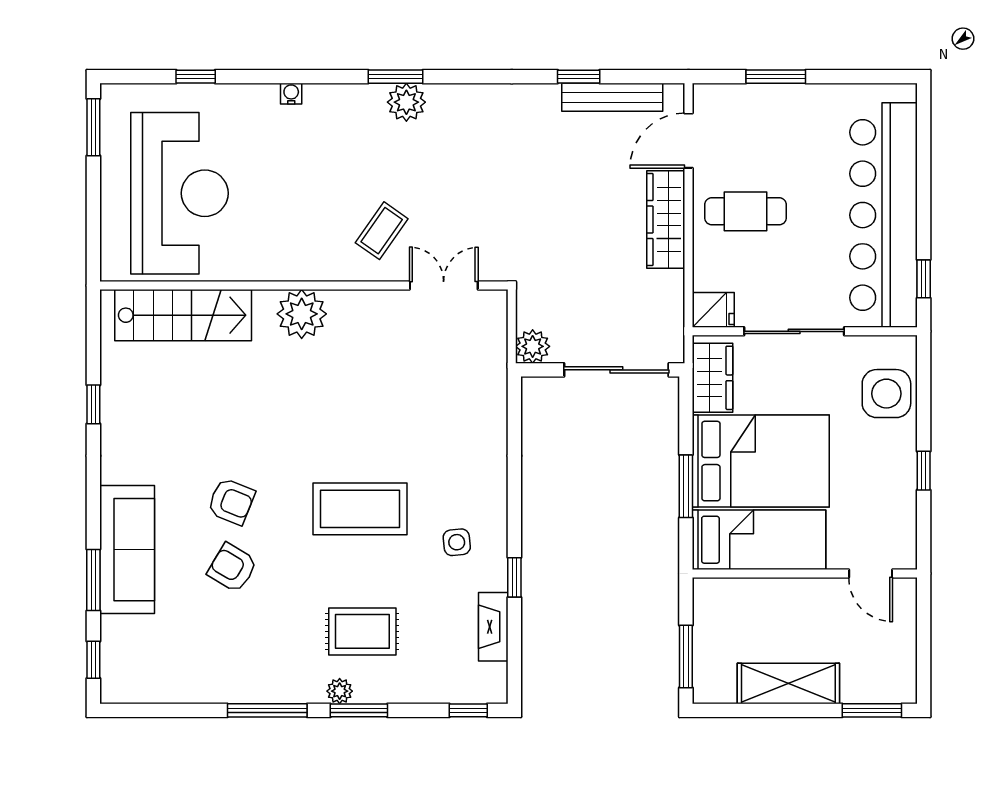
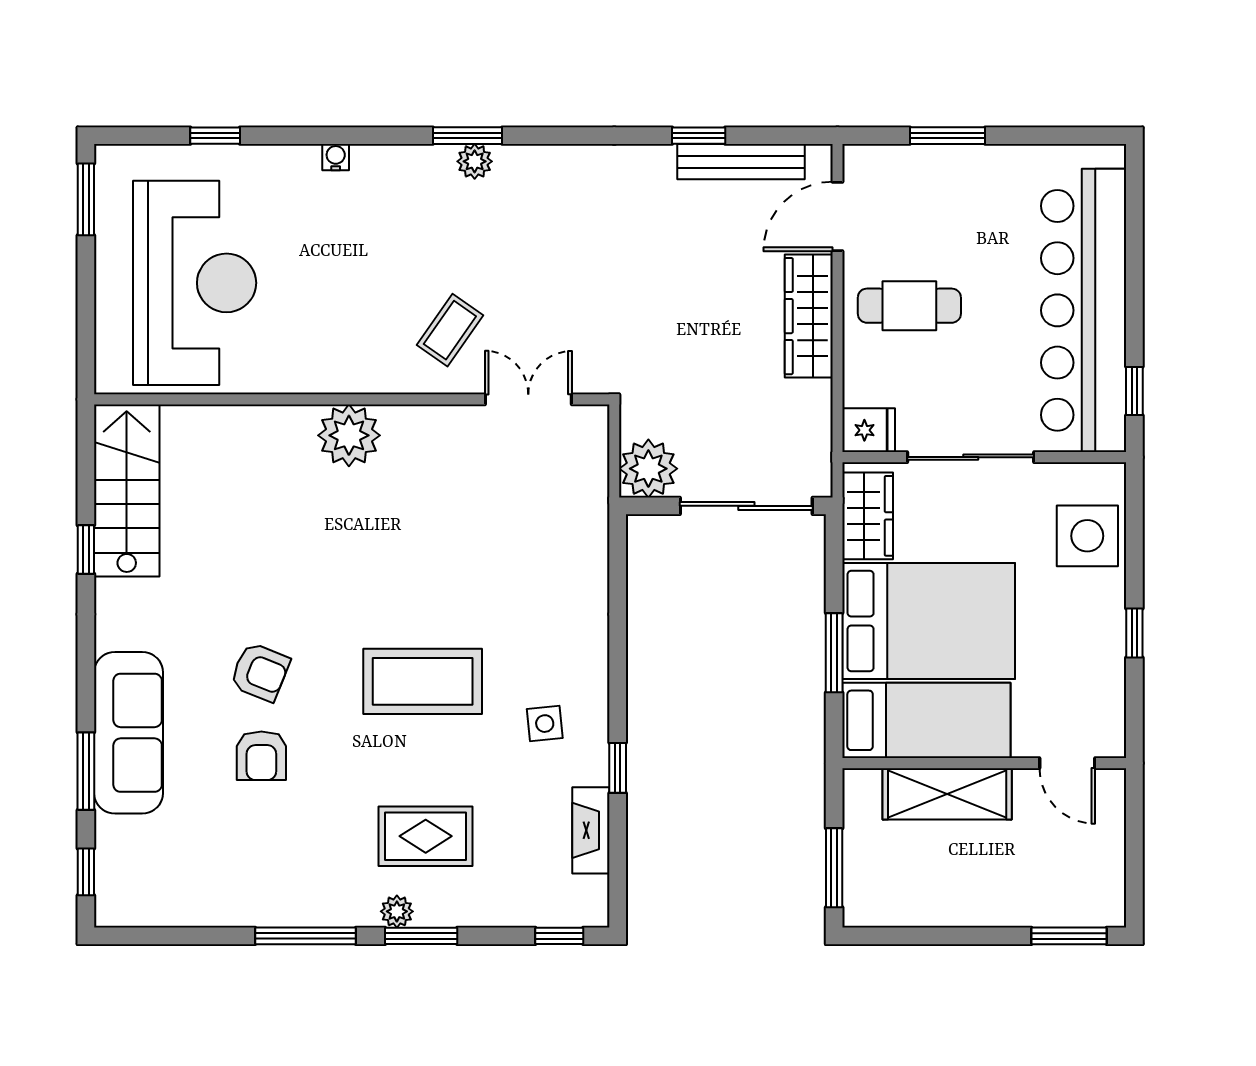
plant: (406, 102) -> (475, 161), width x0.73, depth x0.73
stairs: (183, 315) -> (127, 491), moved, turned -90
plant: (533, 346) -> (648, 469), width x1.36, depth x1.36
armchair: (232, 568) -> (261, 756), turned -121
shelving: (788, 683) -> (947, 794), moved

